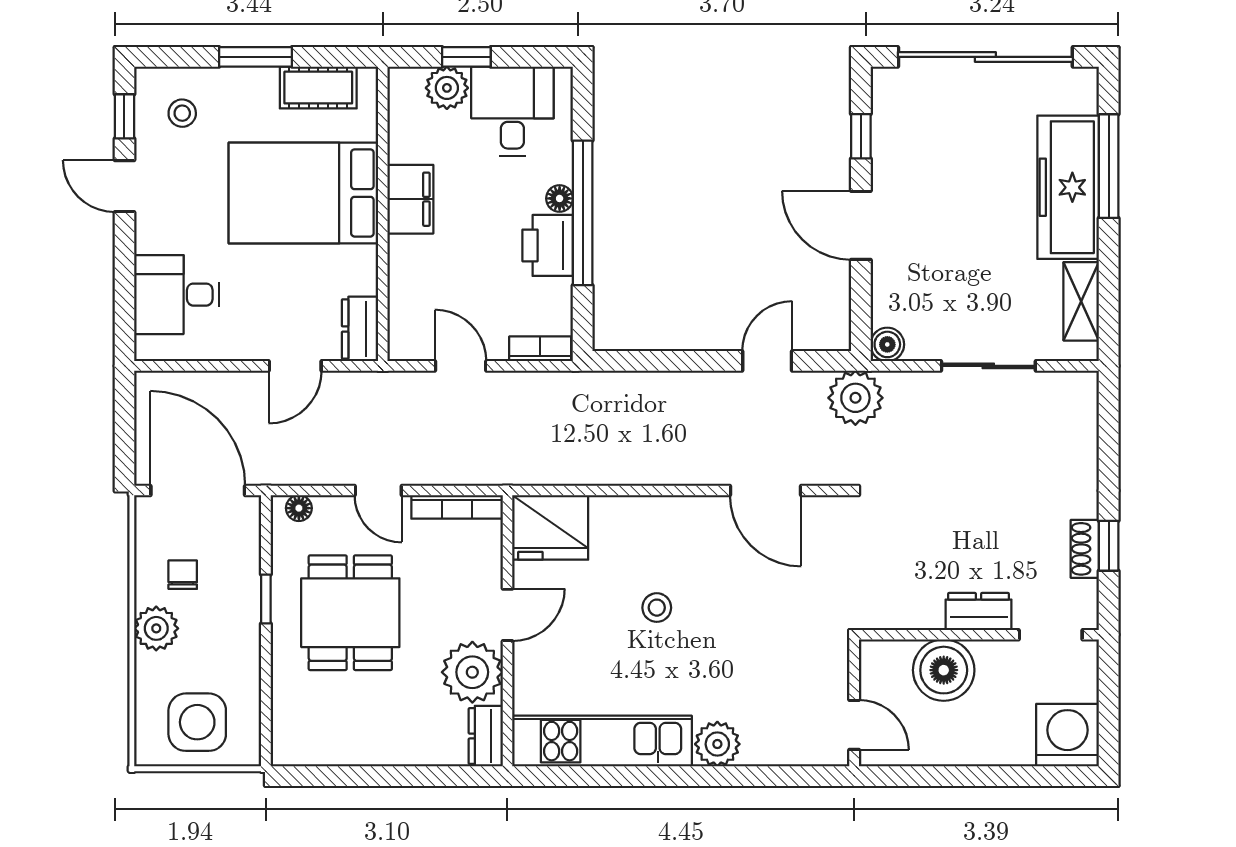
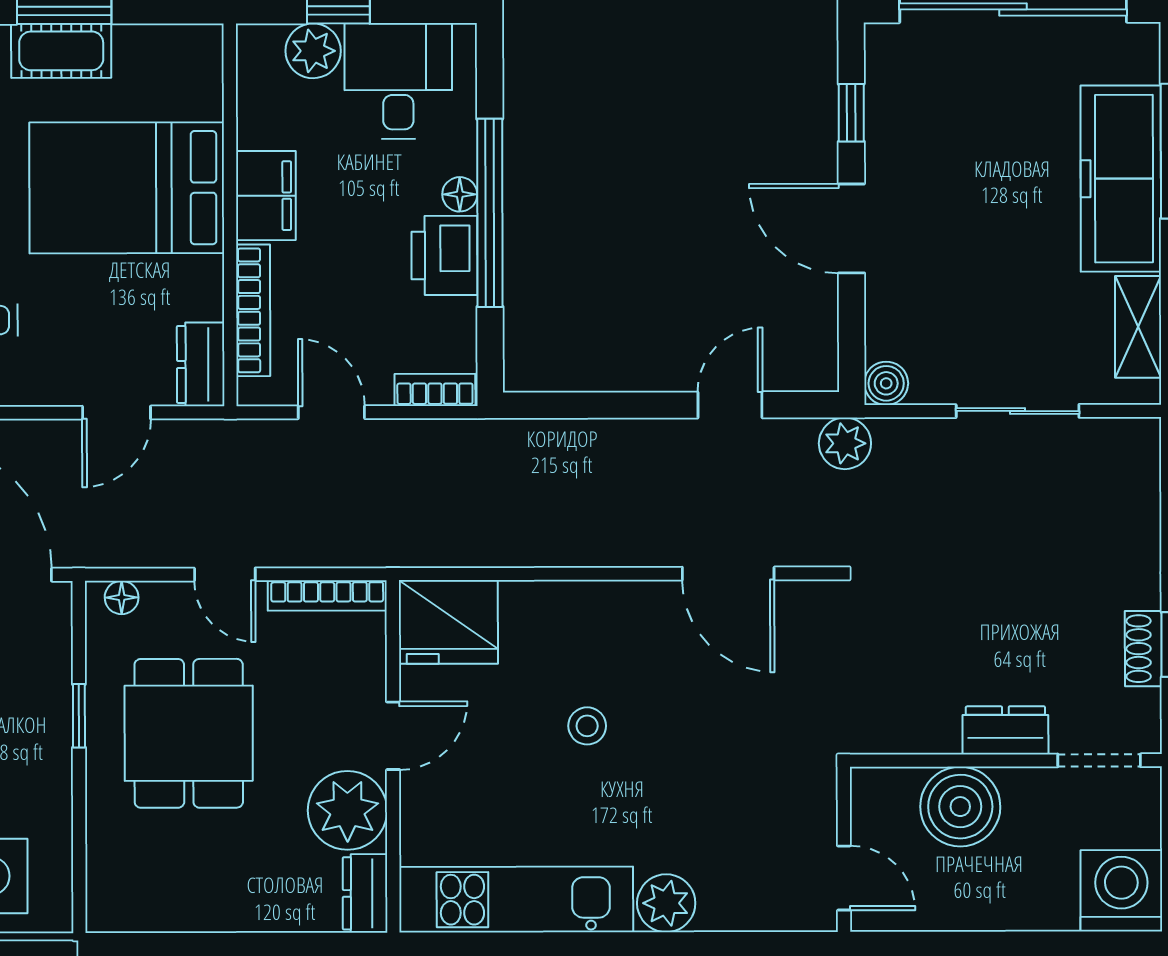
cot: (318, 88) -> (61, 51), moved
bookcase: (400, 287) -> (253, 310), added
plant: (855, 398) -> (845, 443), width x0.73, depth x0.73

